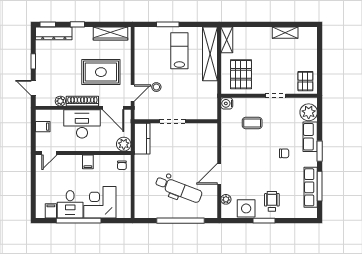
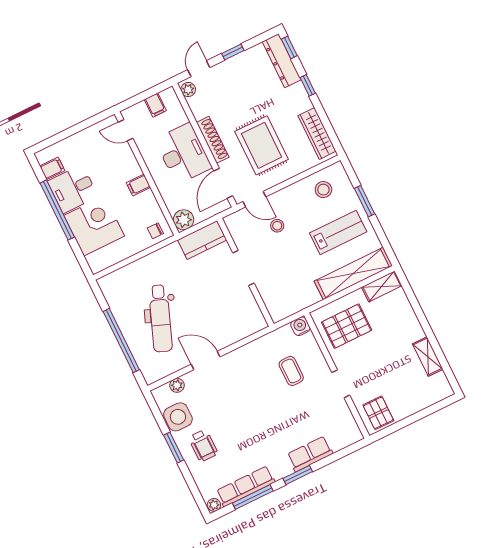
stool: (148, 47) -> (323, 190), added
pallet: (305, 81) -> (378, 413), turned 90
plant: (60, 101) -> (188, 90), moved
plant: (309, 112) -> (214, 505), moved, width x0.53, depth x0.53
chair: (284, 153) -> (272, 431), removed
wheelchair: (272, 201) -> (203, 445), turned 90

